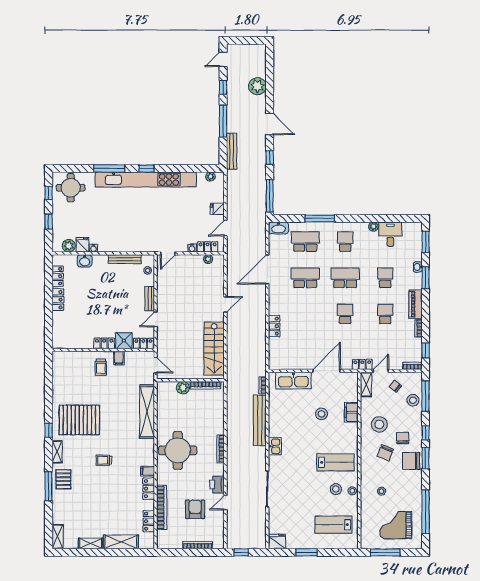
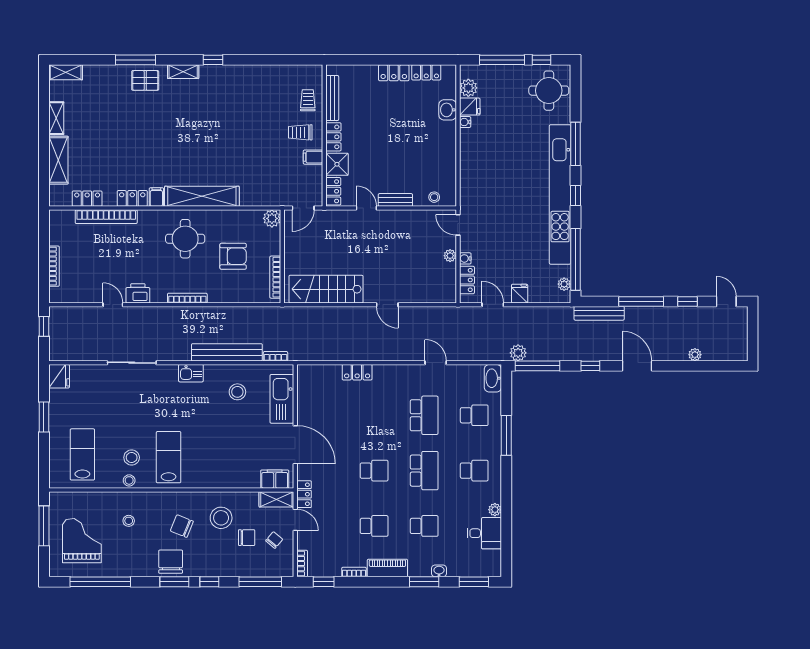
plant: (257, 86) -> (695, 355), width x0.53, depth x0.53
door: (270, 124) -> (637, 366), swing flipped
window: (193, 168) -> (575, 259), added
plant: (260, 210) -> (518, 353), added
window: (49, 221) -> (502, 60), width x2.17
school desk: (305, 242) -> (474, 415), width x0.54
bench: (125, 259) -> (332, 98), moved
plant: (208, 259) -> (450, 256), moved
door: (267, 269) -> (436, 363), width x0.53
plant: (183, 388) -> (272, 218), moved
stool: (413, 400) -> (255, 564), removed
shelving: (147, 412) -> (202, 196), moved
filing cabinet: (351, 412) -> (275, 479), moved
stool: (322, 414) -> (237, 392), moved
pallet: (79, 420) -> (227, 102), removed
chair: (403, 438) -> (247, 538), moved
round table: (178, 450) -> (185, 239), width x0.73, depth x0.73
trolley: (104, 460) -> (308, 100), moved
lab bench: (335, 462) -> (169, 457), turned 180
armchair: (195, 509) -> (233, 256), moved

